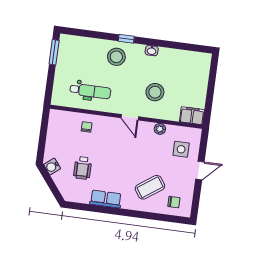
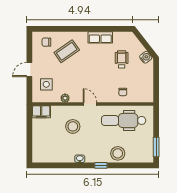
stool: (116, 57) -> (118, 153), moved
dental chair: (90, 91) -> (124, 120), width x1.36, depth x1.38

